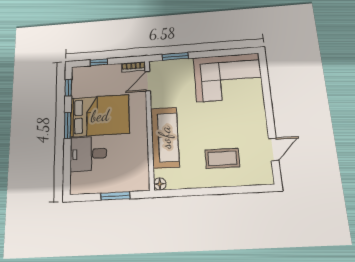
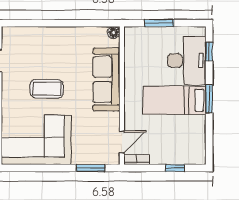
window: (68, 88) -> (209, 51), moved
bed: (100, 116) -> (175, 100), width x0.67
desk: (88, 154) -> (187, 61), width x1.37
coffee table: (222, 158) -> (47, 89), moved

